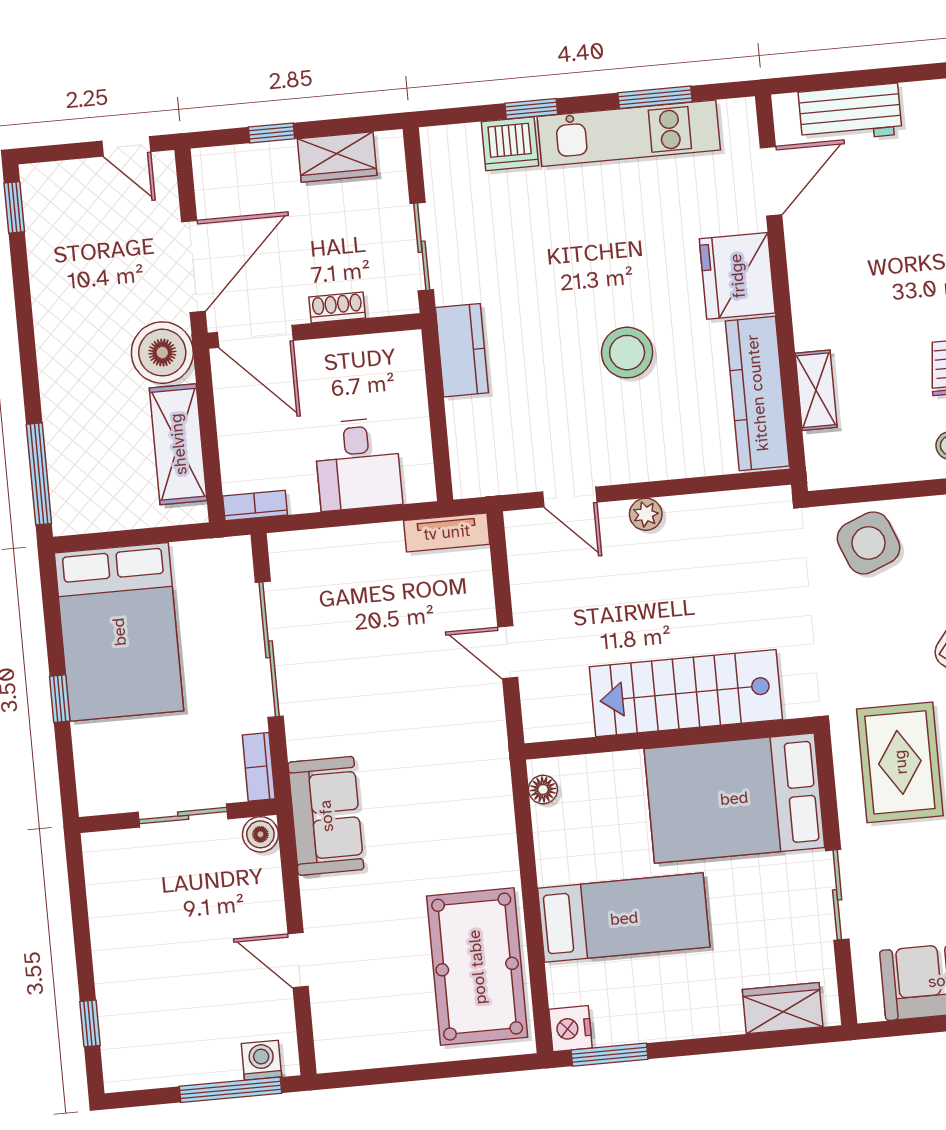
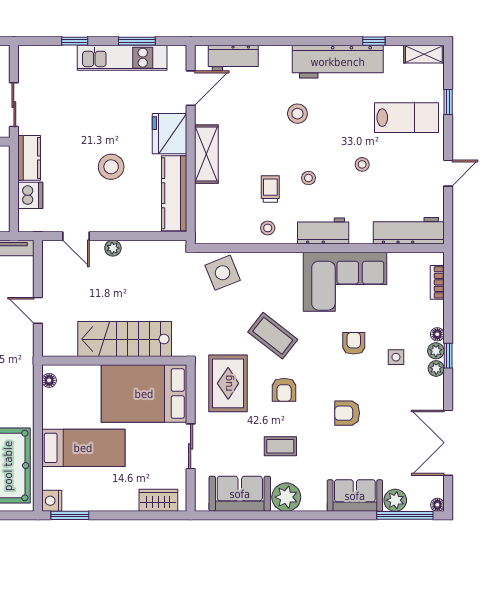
dishwasher: (510, 144) -> (30, 195), moved, turned -90
shelving: (816, 390) -> (206, 154), moved, width x1.50, depth x1.33

